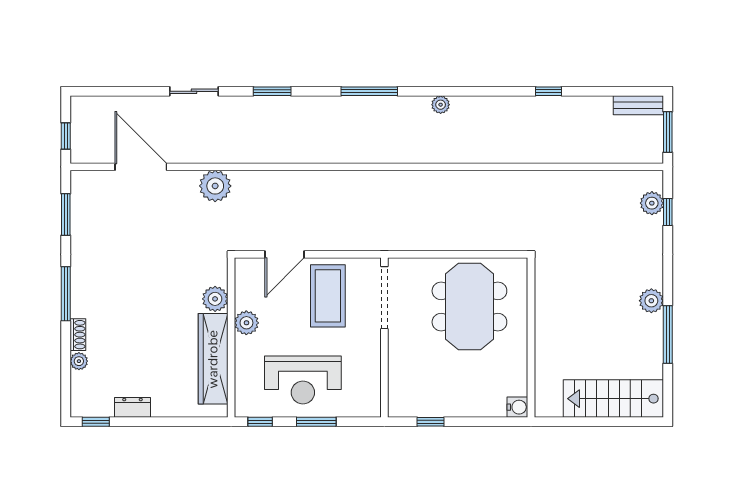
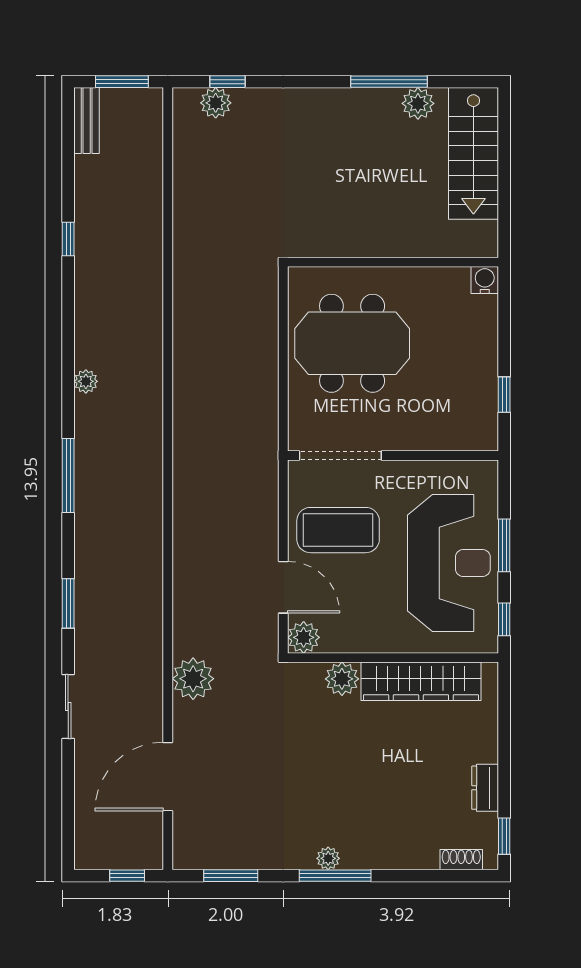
plant: (651, 301) -> (418, 103), moved
plant: (246, 323) -> (304, 637), moved
shoe rack: (78, 335) -> (461, 860), moved
plant: (79, 361) -> (328, 858), moved
reception desk: (303, 380) -> (449, 563), width x1.36, depth x1.30

